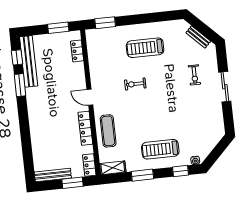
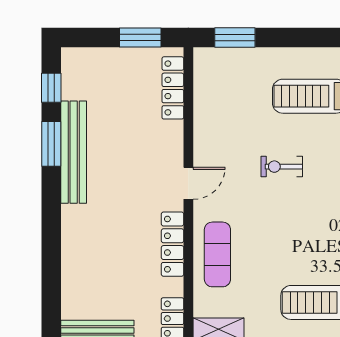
locker: (77, 51) -> (173, 88), width x1.53
bench: (29, 61) -> (74, 152), moved
door: (90, 97) -> (188, 183), swing flipped

